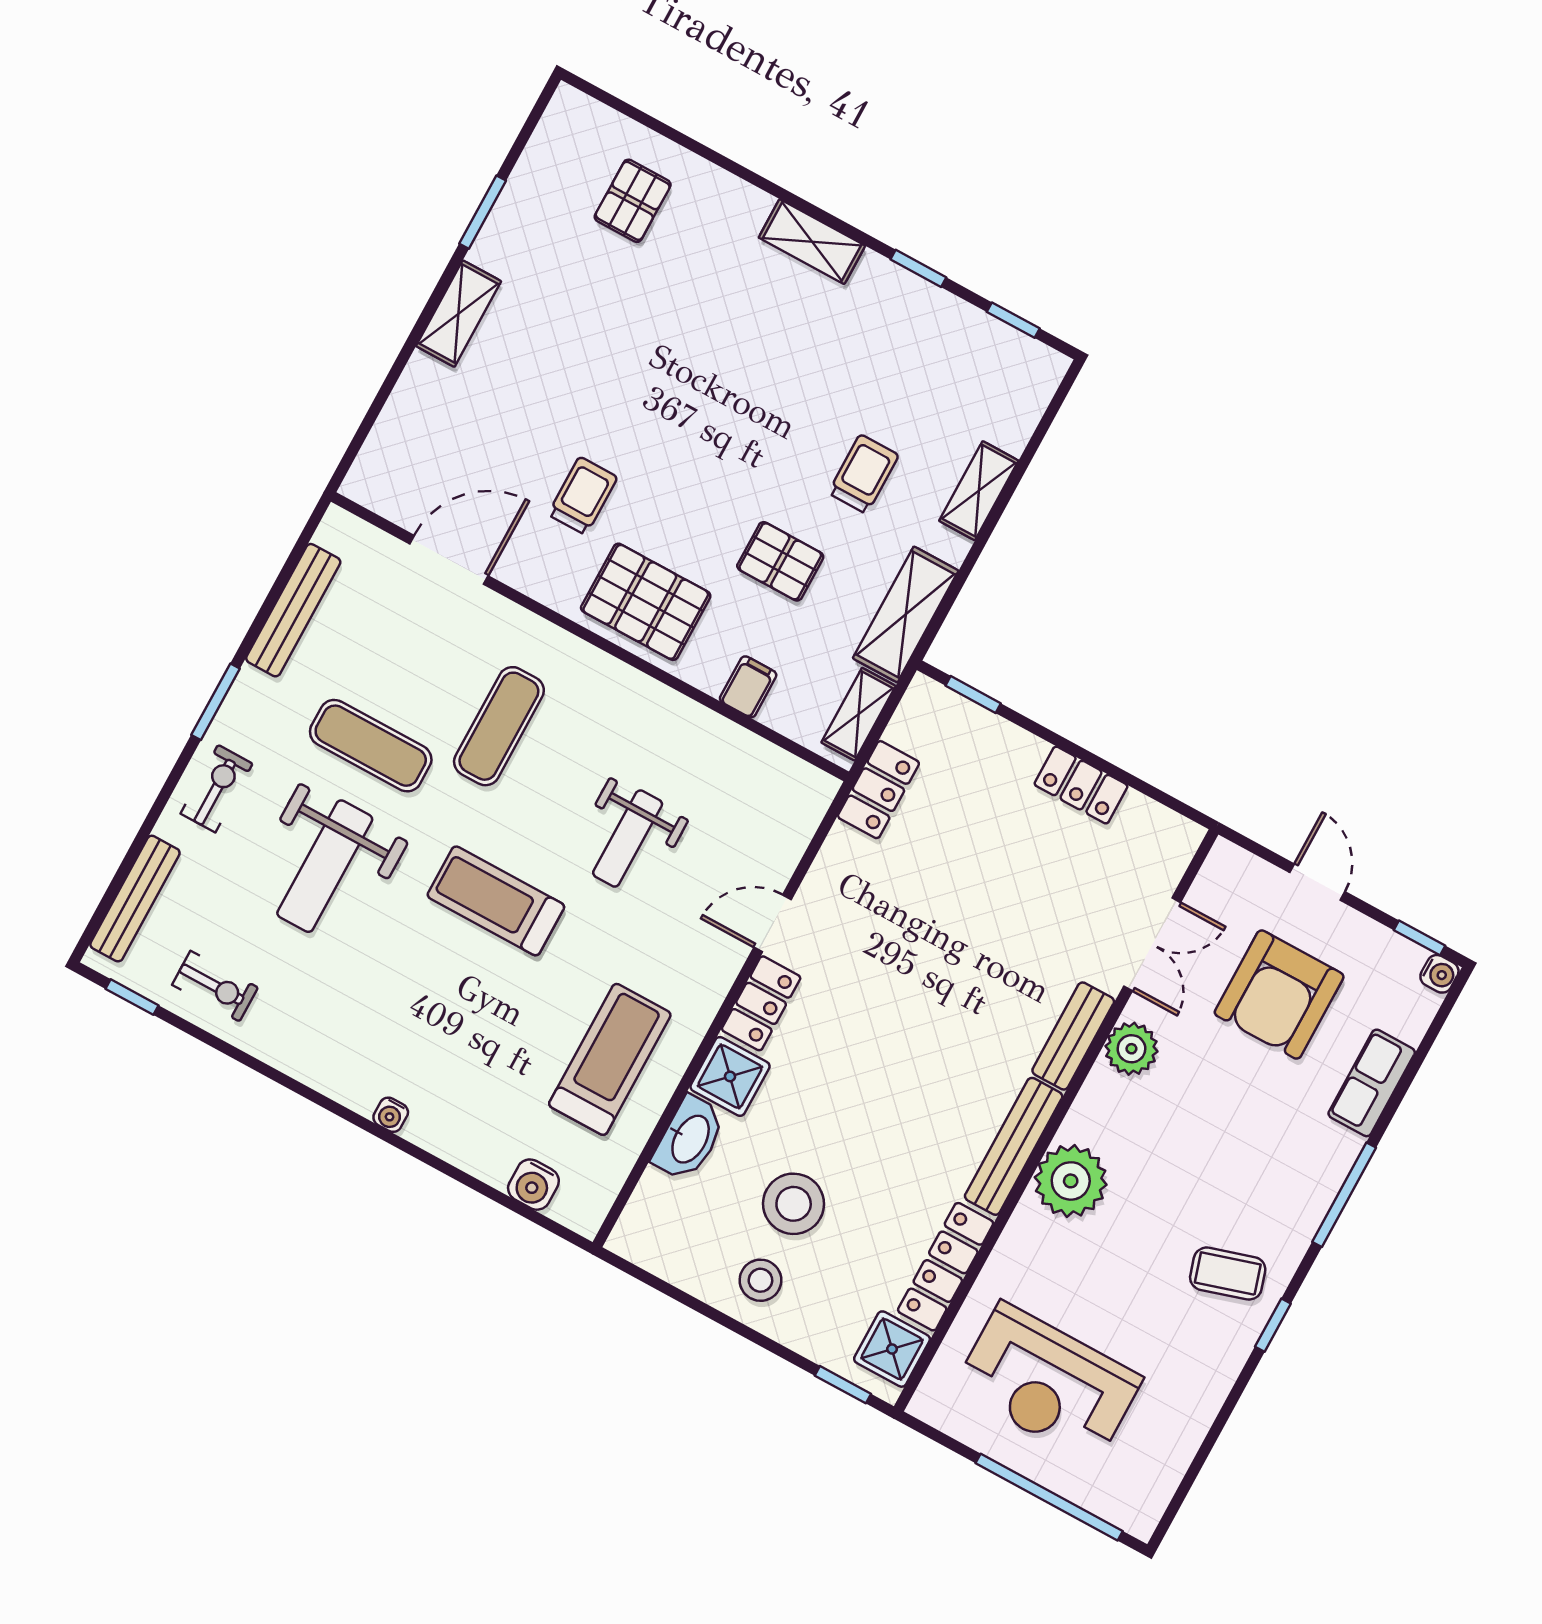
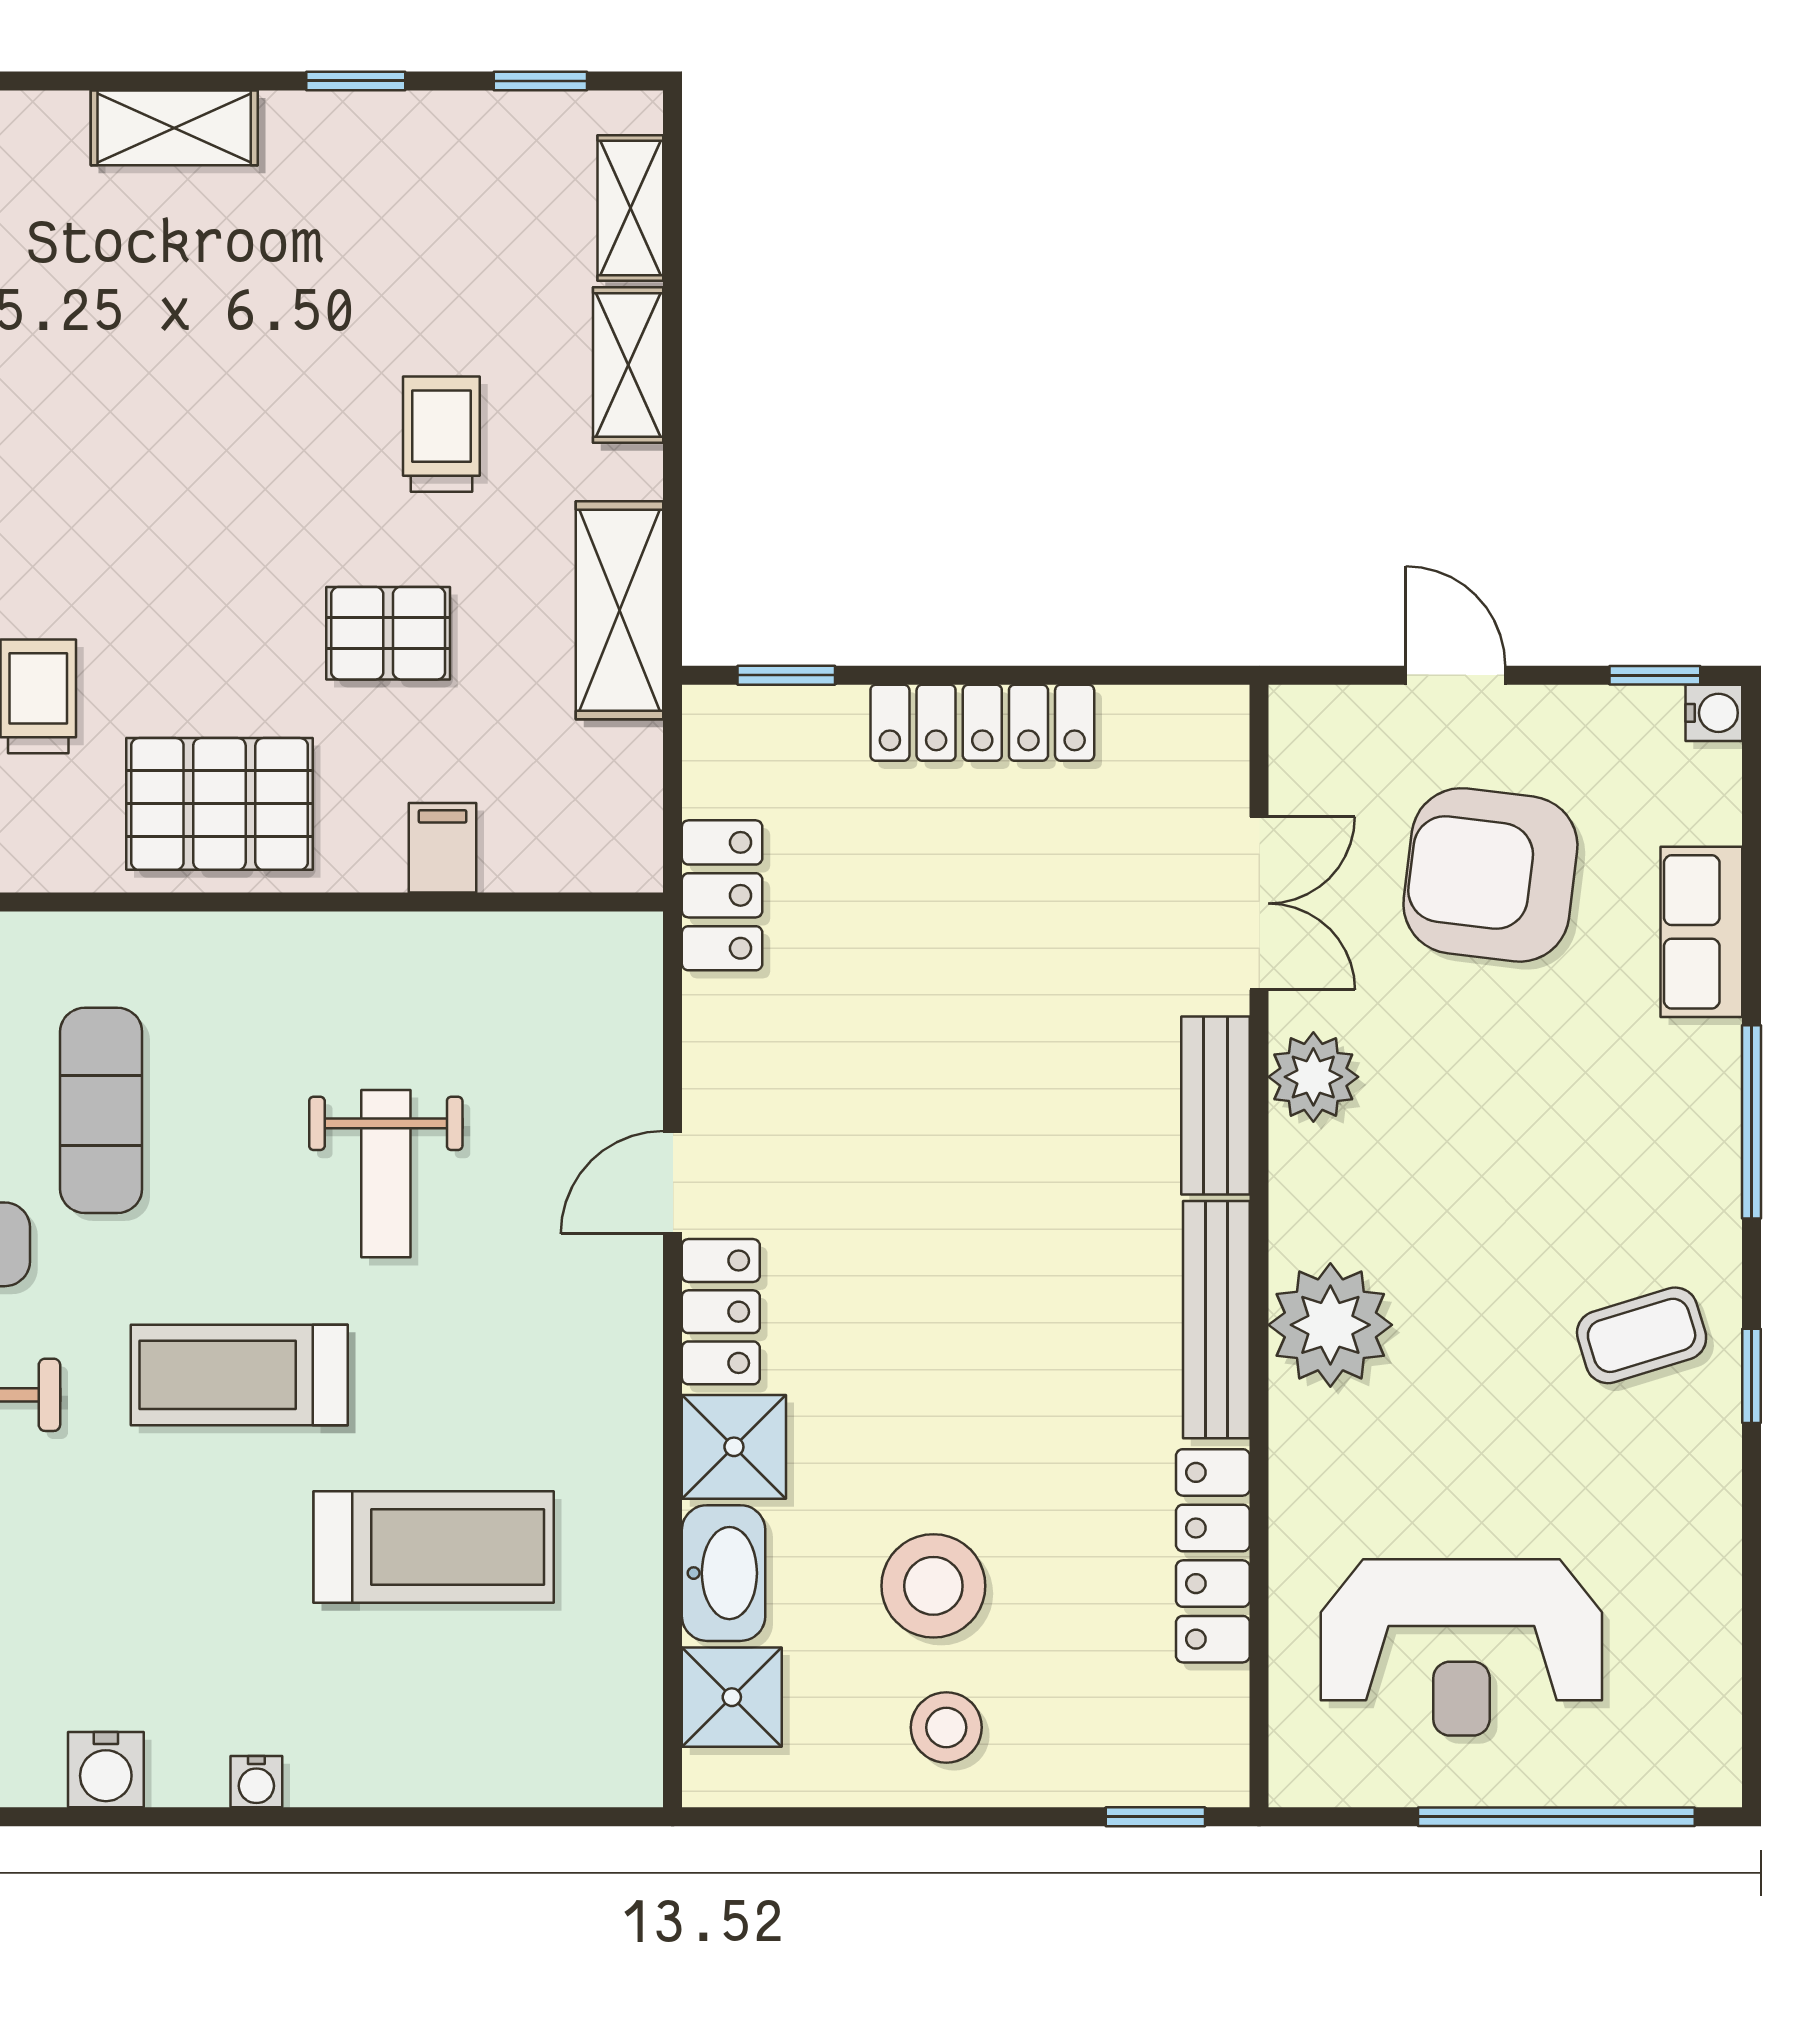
shelving: (858, 714) -> (630, 208), moved
locker: (1081, 785) -> (982, 723), width x1.53
armchair: (1279, 995) -> (1490, 875), turned 97
treadmill: (610, 1059) -> (434, 1547), moved, turned 90
water cooler: (533, 1185) -> (106, 1770), moved
shower: (892, 1349) -> (732, 1697), moved

